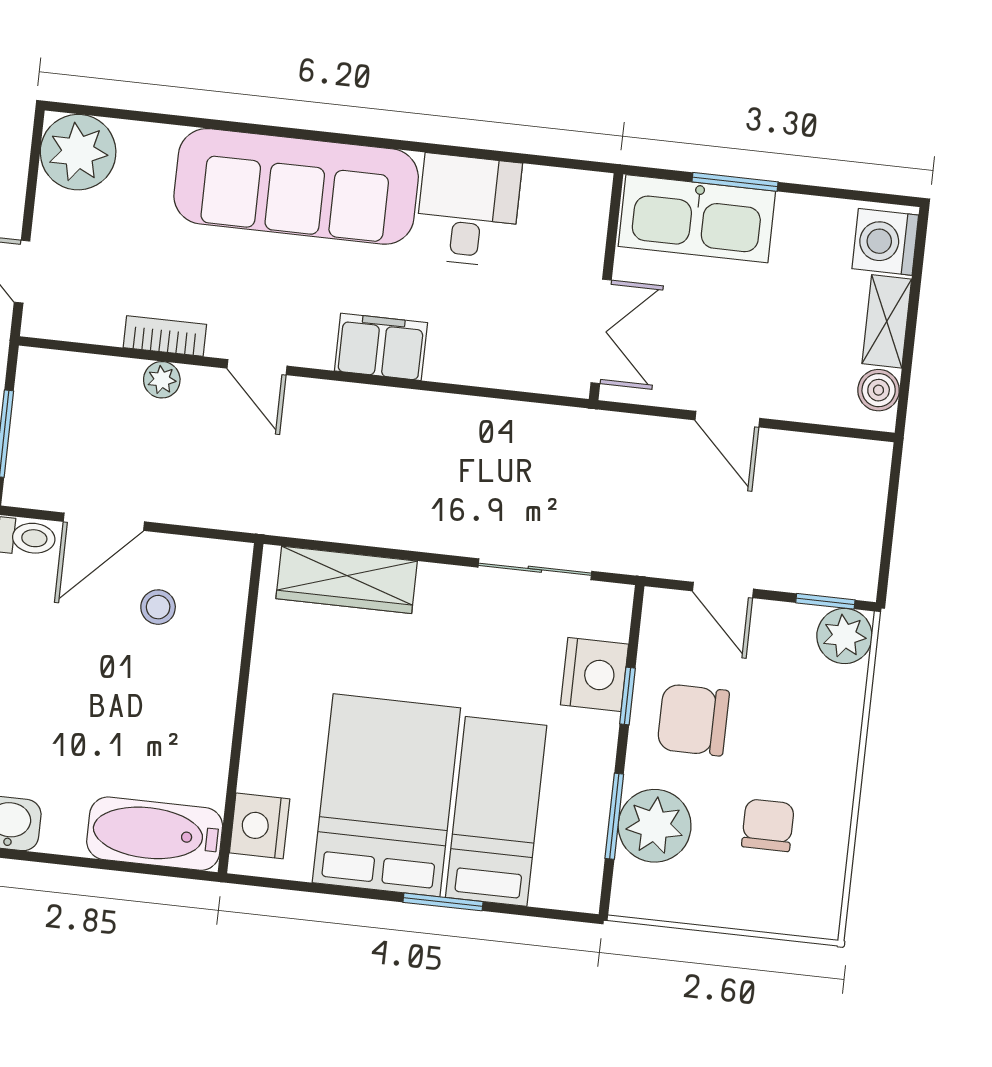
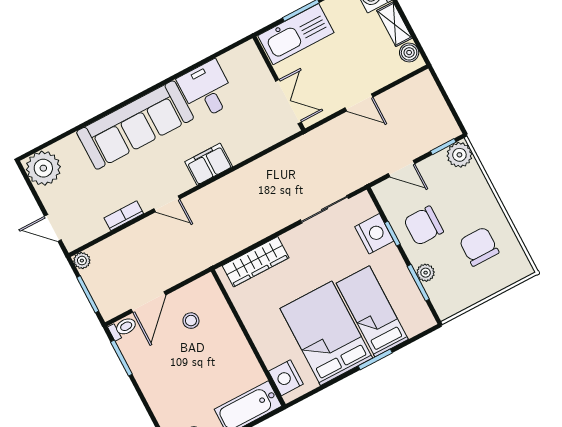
plant: (162, 380) -> (82, 261), moved
chair: (768, 825) -> (479, 247), width x1.37, depth x1.37
plant: (655, 826) -> (426, 273), width x0.53, depth x0.53

